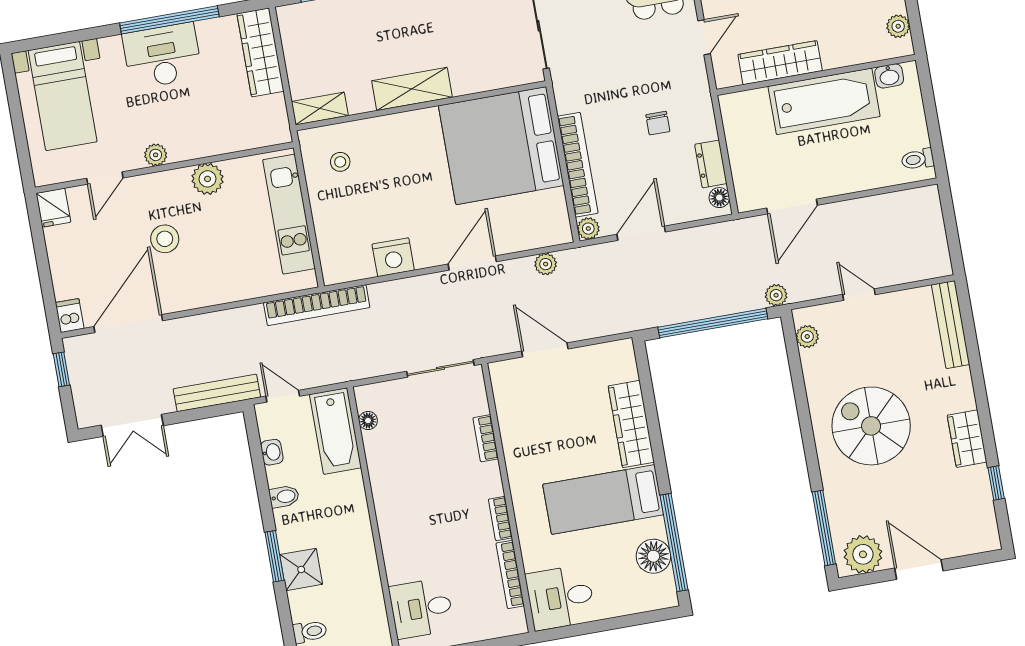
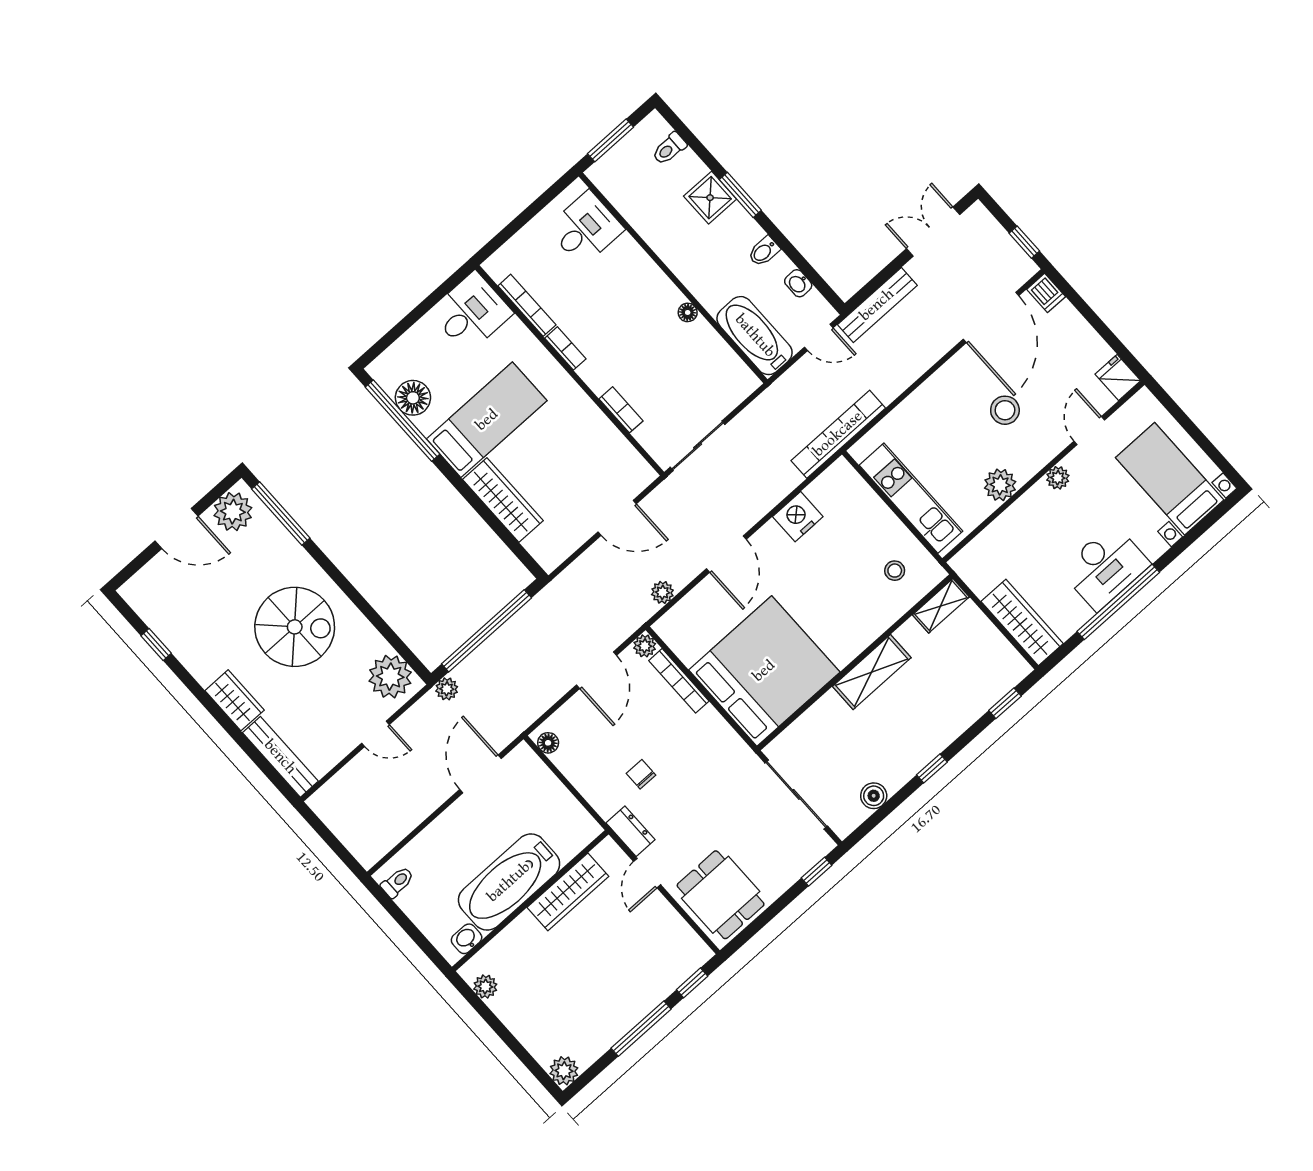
dresser: (711, 164) -> (630, 831), moved
bookcase: (578, 165) -> (679, 681), width x0.68, depth x0.76
plant: (807, 337) -> (390, 677), width x1.88, depth x1.88
floor lamp: (368, 420) -> (688, 312), moved
wardrobe: (967, 439) -> (235, 700), moved

